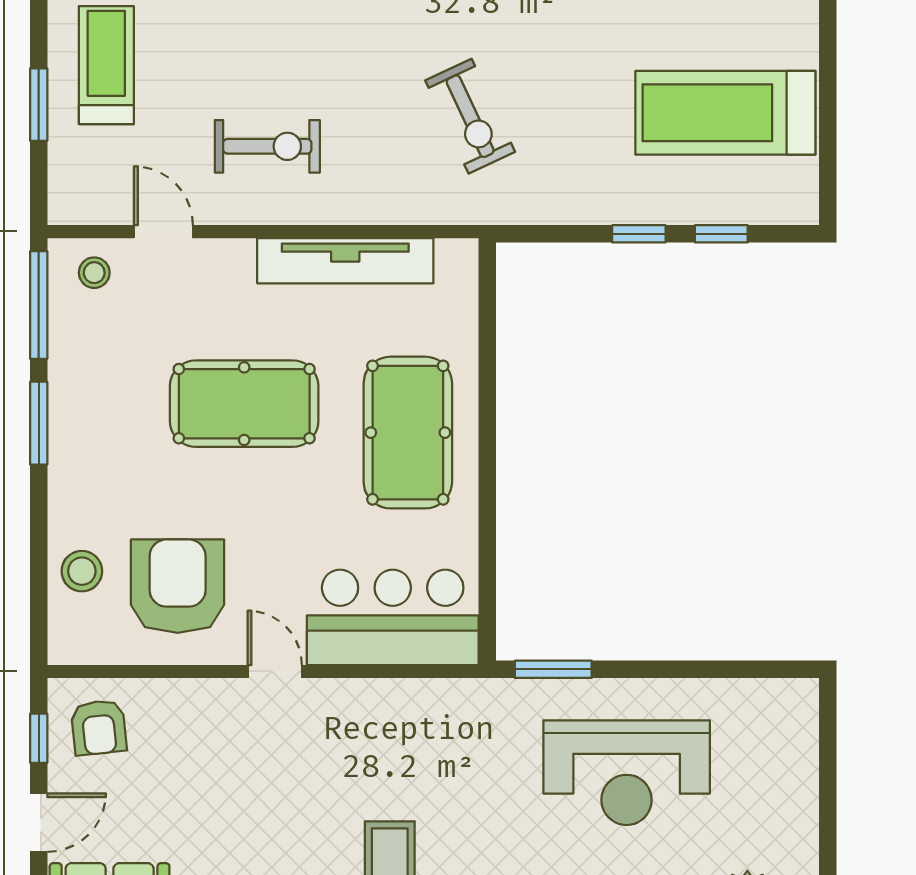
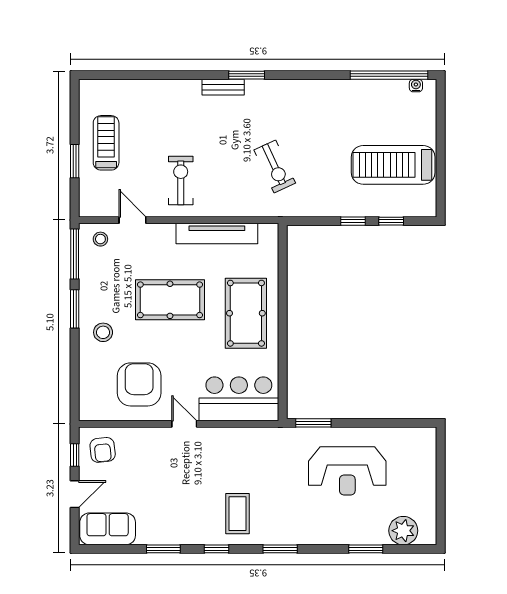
exercise bike: (267, 146) -> (181, 180), turned -90
stool: (82, 571) -> (103, 332), moved

